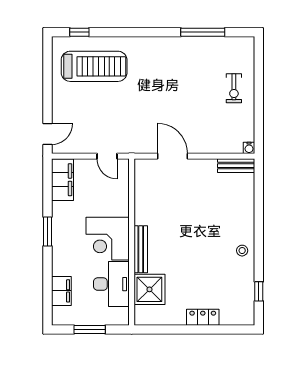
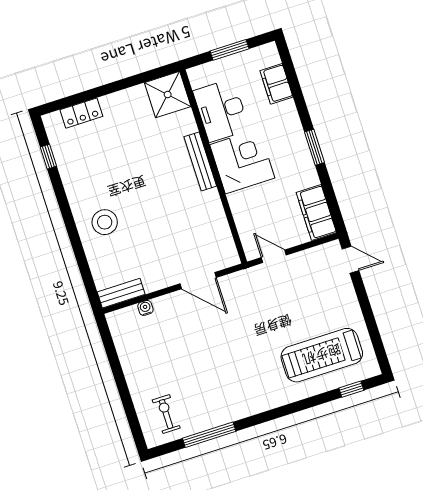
exercise bike: (234, 88) -> (166, 414), moved
door: (47, 134) -> (351, 260), swing flipped
water cooler: (249, 148) -> (145, 308), moved
stool: (242, 251) -> (105, 222), moved, width x1.89, depth x1.89
shower: (149, 289) -> (168, 95), moved
locker: (203, 317) -> (81, 113), moved

